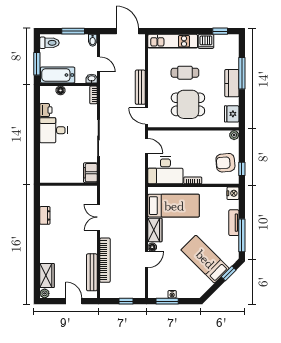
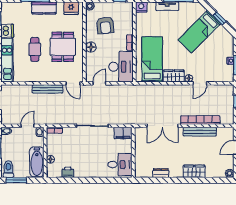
window: (37, 64) -> (16, 180), moved
door: (147, 116) -> (73, 83), hinge flipped
desk: (53, 130) -> (120, 165), moved, turned -90
floor lamp: (188, 136) -> (91, 47), added
armchair: (225, 163) -> (105, 25), moved
double door: (98, 217) -> (162, 126), width x1.37
door: (147, 260) -> (200, 83), swing flipped
bench: (92, 272) -> (200, 132), moved
window: (229, 273) -> (219, 18), moved
wardrobe: (47, 275) -> (194, 171), moved

